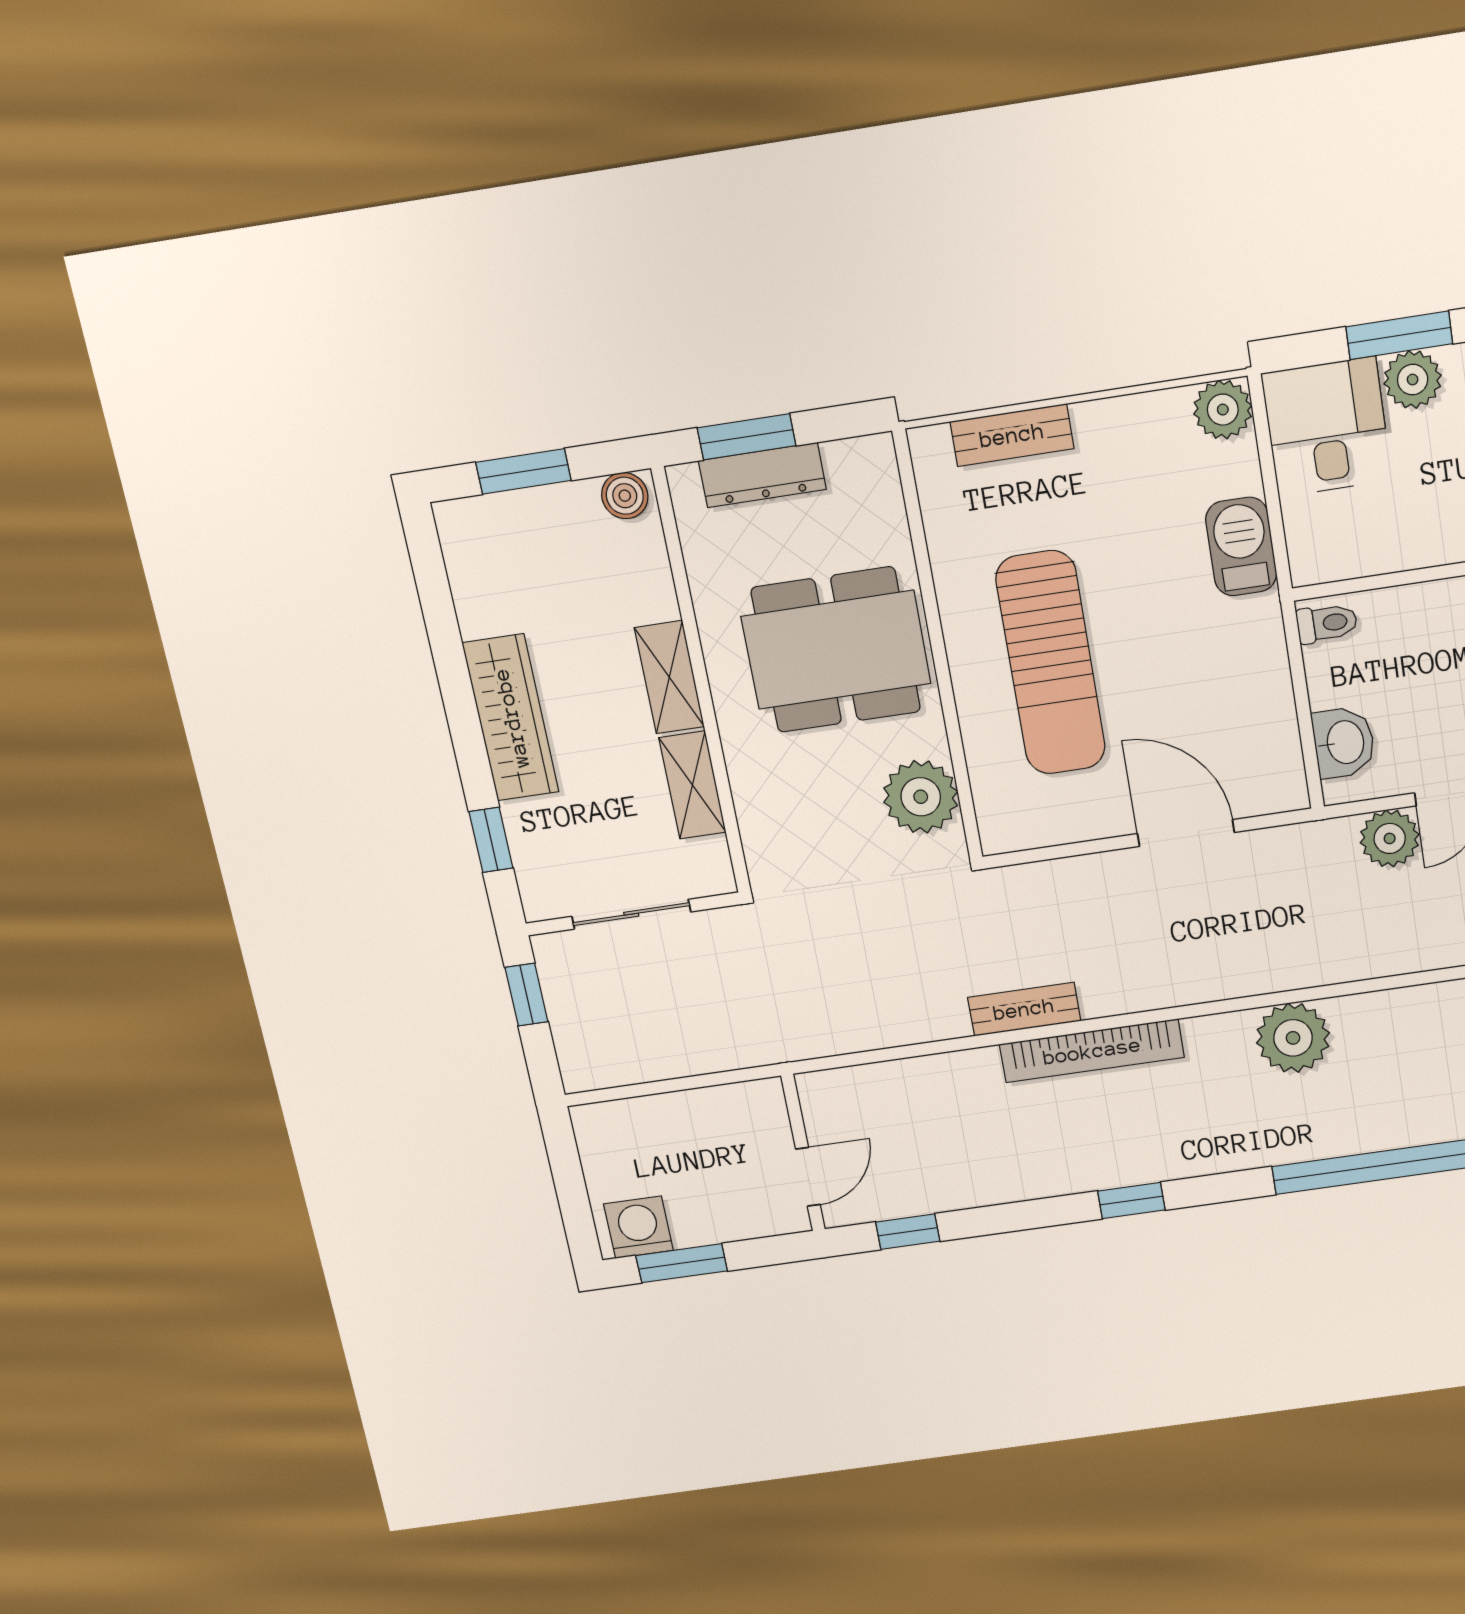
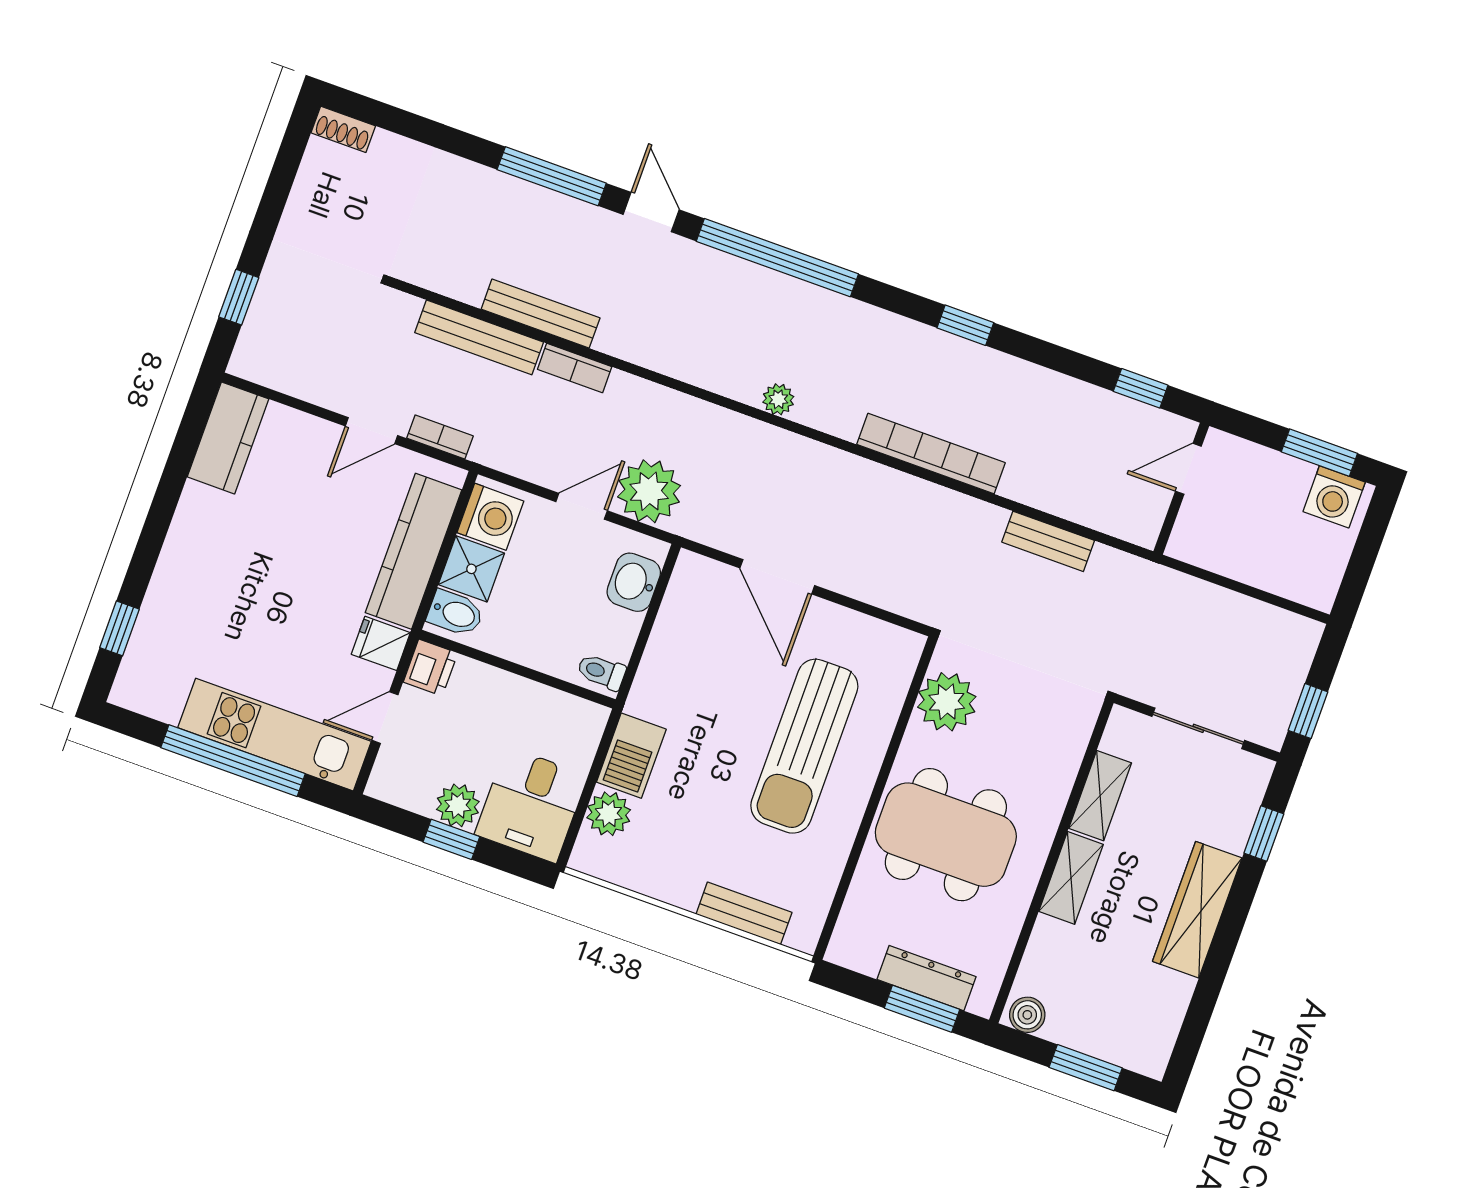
window: (1399, 335) -> (451, 839), width x0.67
plant: (1223, 410) -> (609, 814), moved
sun lounger: (1051, 663) -> (804, 746), turned 180
plant: (1390, 838) -> (649, 491), width x1.36, depth x1.36
bench: (1024, 1009) -> (1048, 541), moved
plant: (1293, 1038) -> (778, 399), width x0.53, depth x0.53

